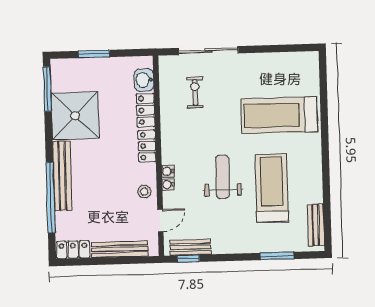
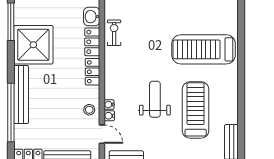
exercise bike: (195, 92) -> (114, 33), moved
water cooler: (168, 171) -> (109, 116), moved
door: (160, 220) -> (102, 134), hinge flipped

